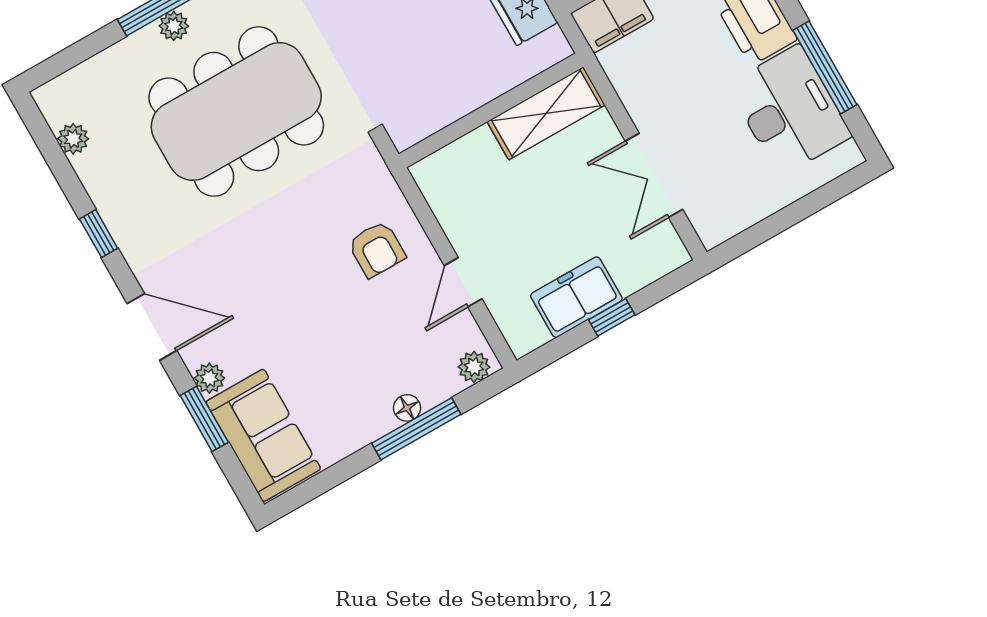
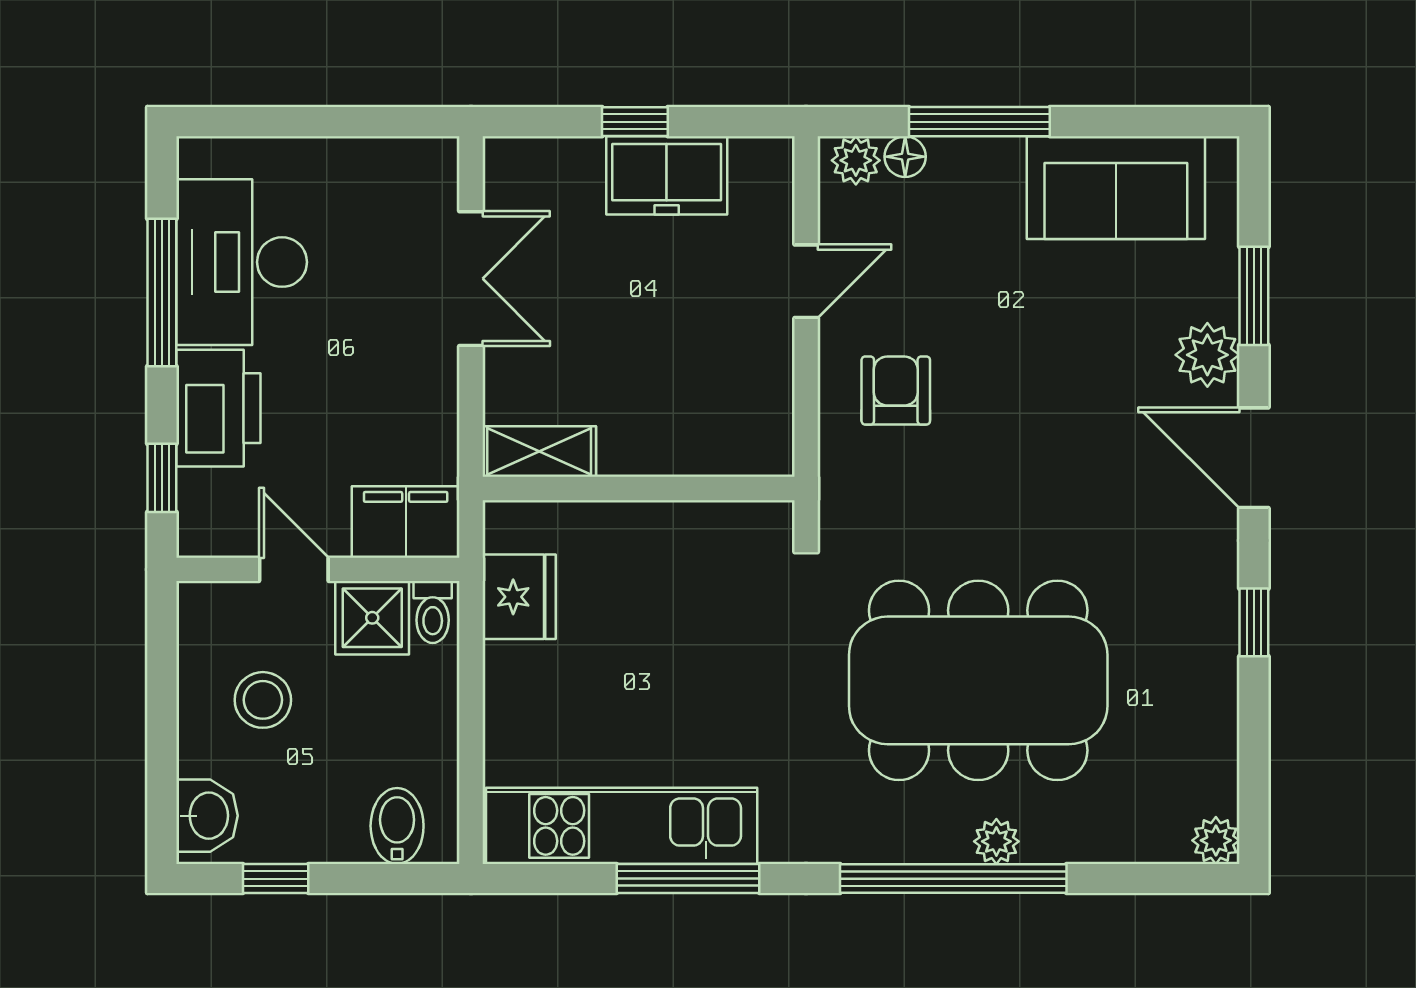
shelving: (546, 113) -> (539, 452), width x0.67, depth x0.75
plant: (73, 139) -> (1216, 840), moved
plant: (209, 378) -> (1207, 355), width x1.38, depth x1.38
floor lamp: (407, 408) -> (905, 157), moved
sofa: (263, 435) -> (1116, 188), moved, turned -90

